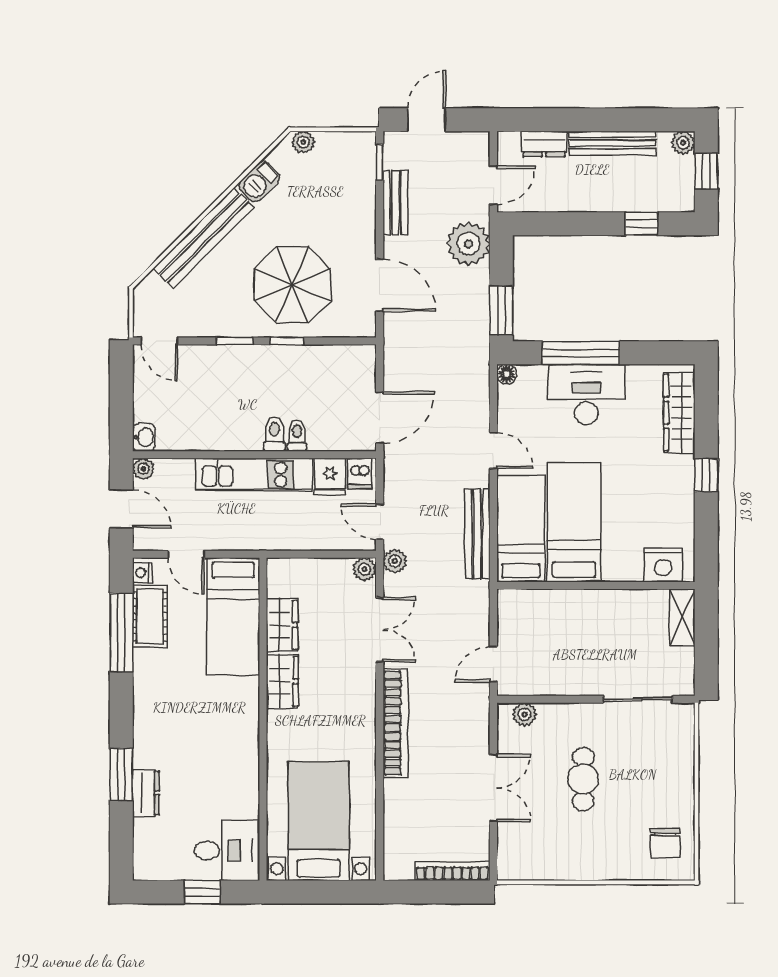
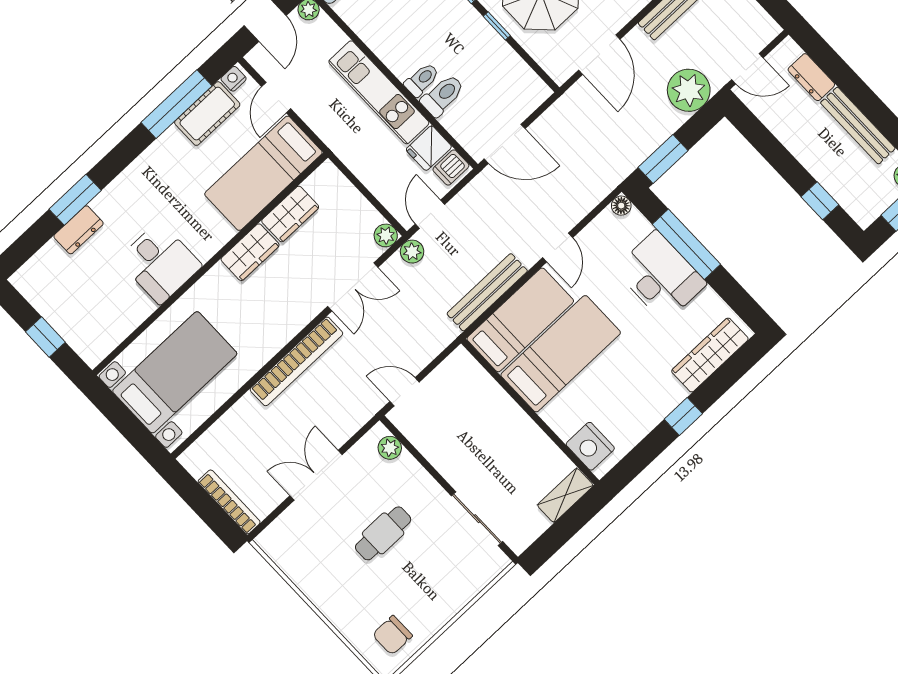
toilet: (297, 436) -> (443, 95), width x1.37, depth x1.39
double door: (493, 788) -> (316, 475), swing flipped
desk: (227, 851) -> (160, 263), moved

